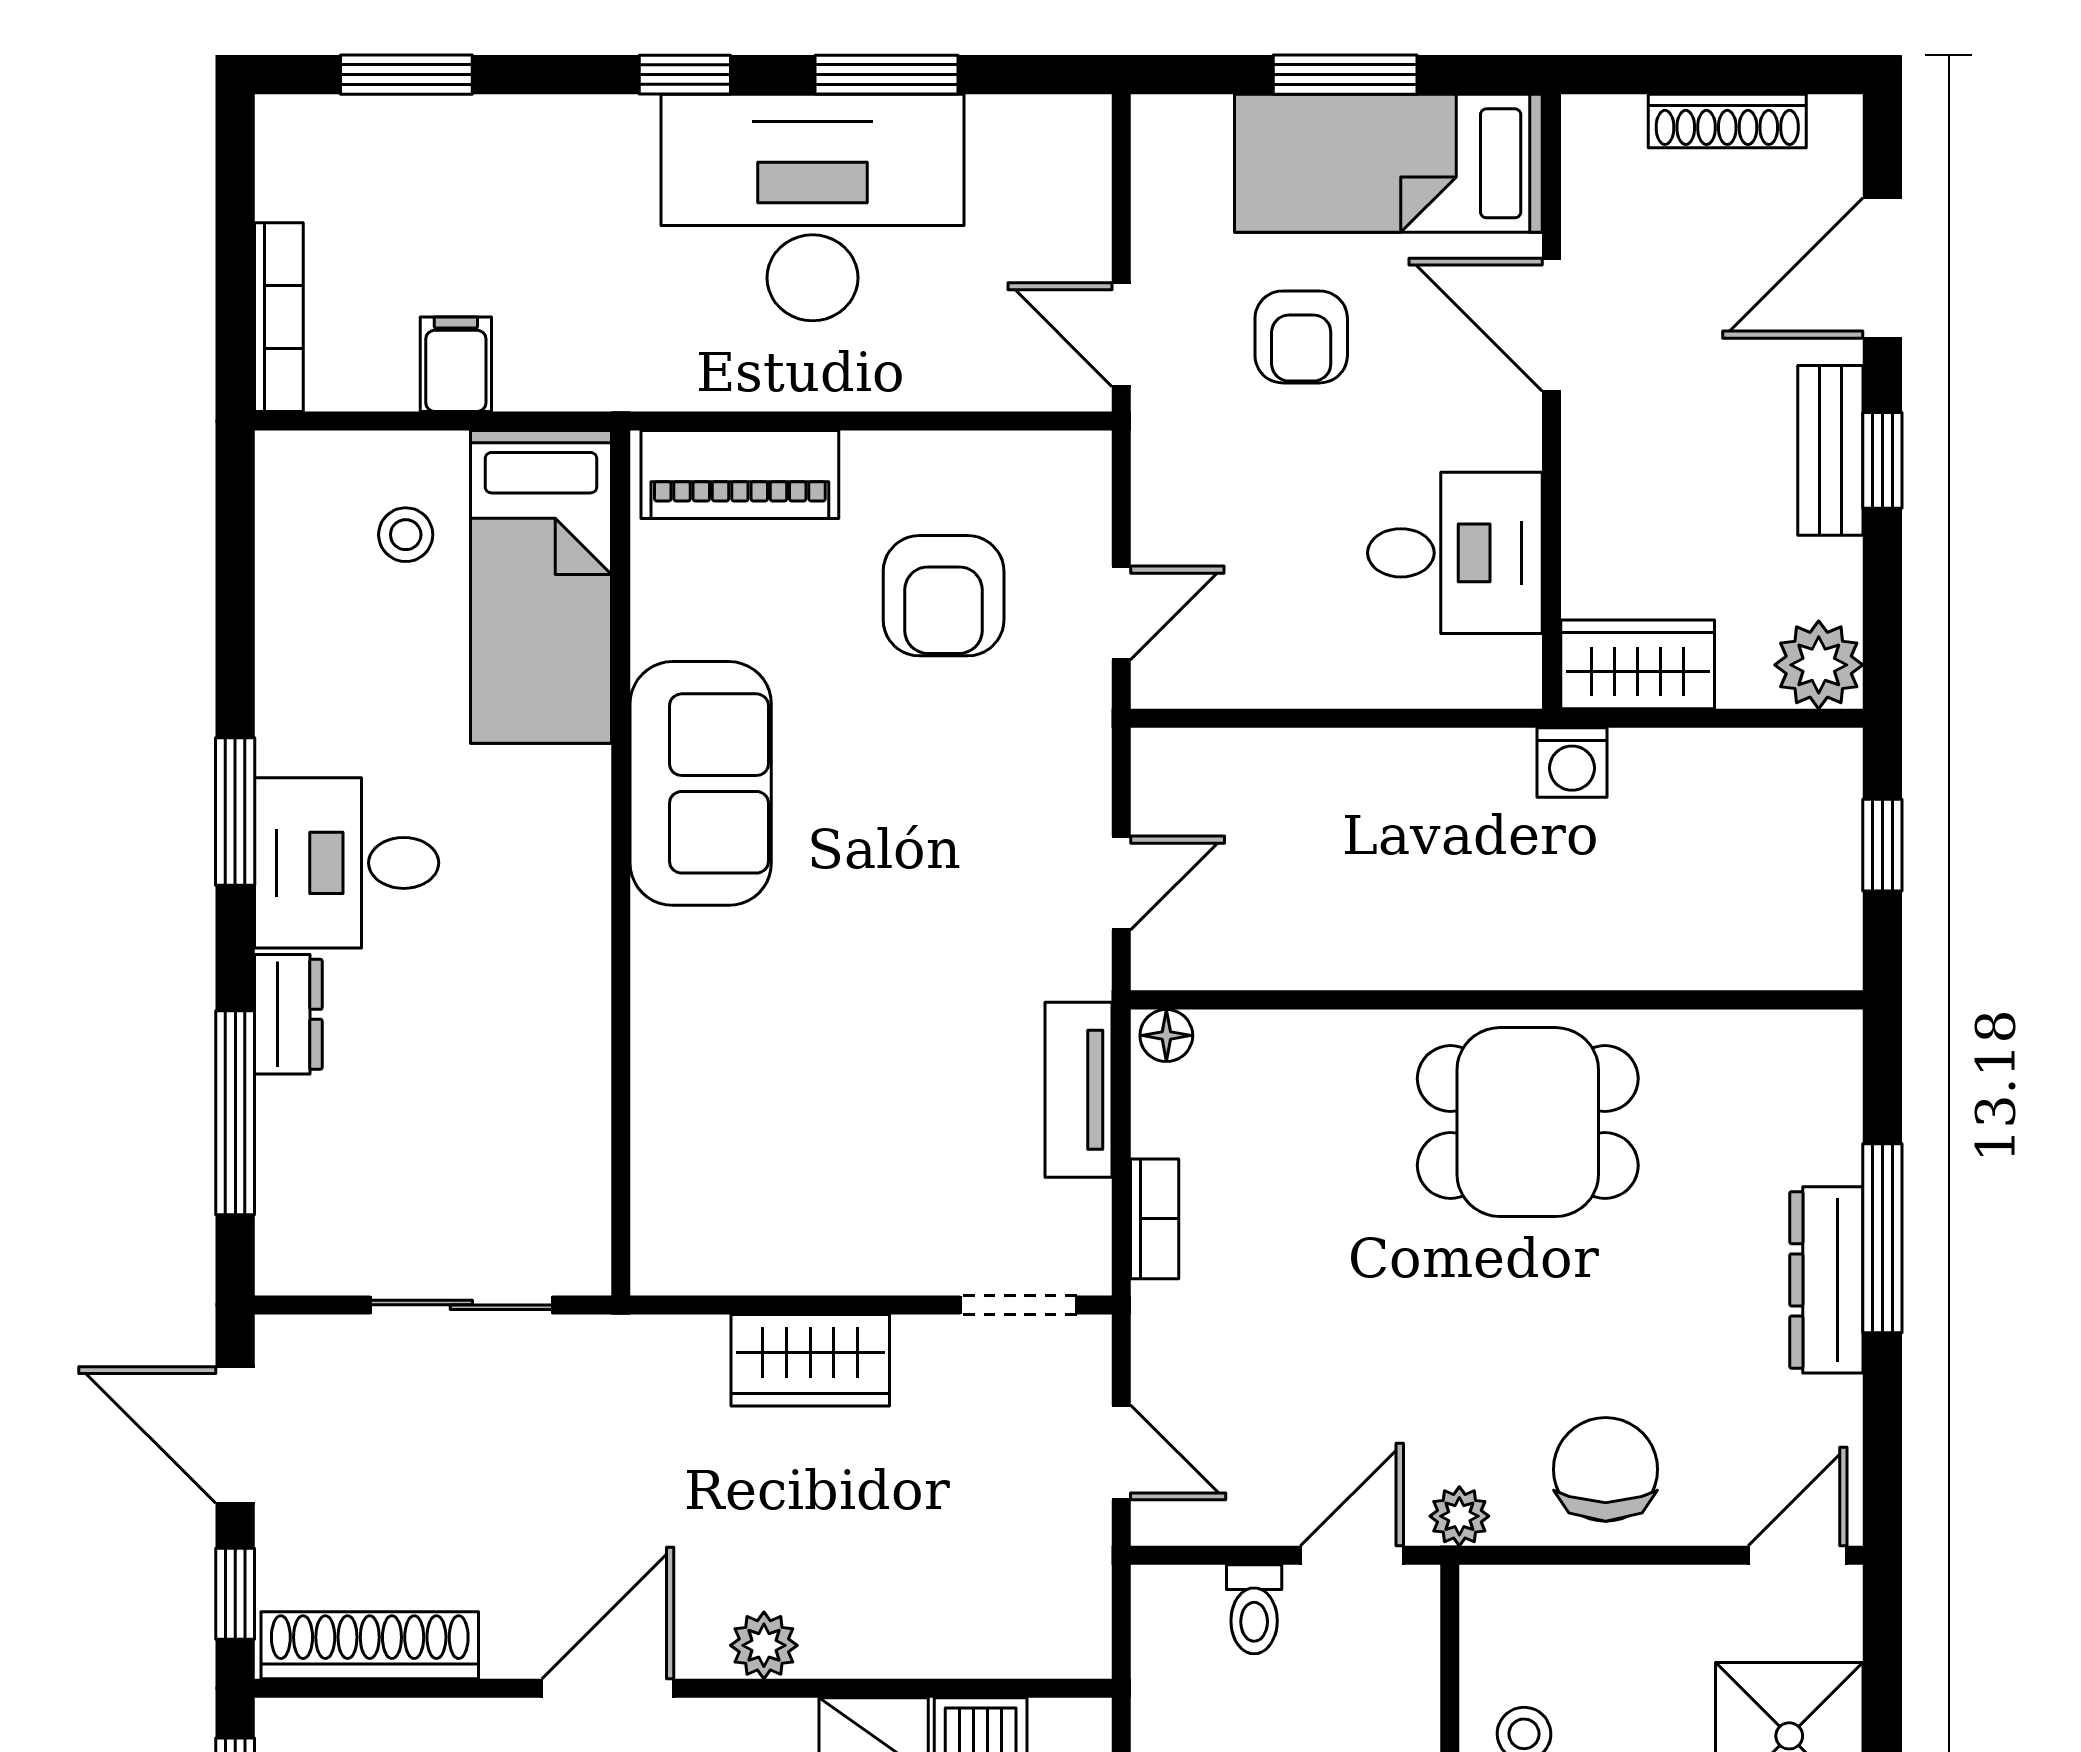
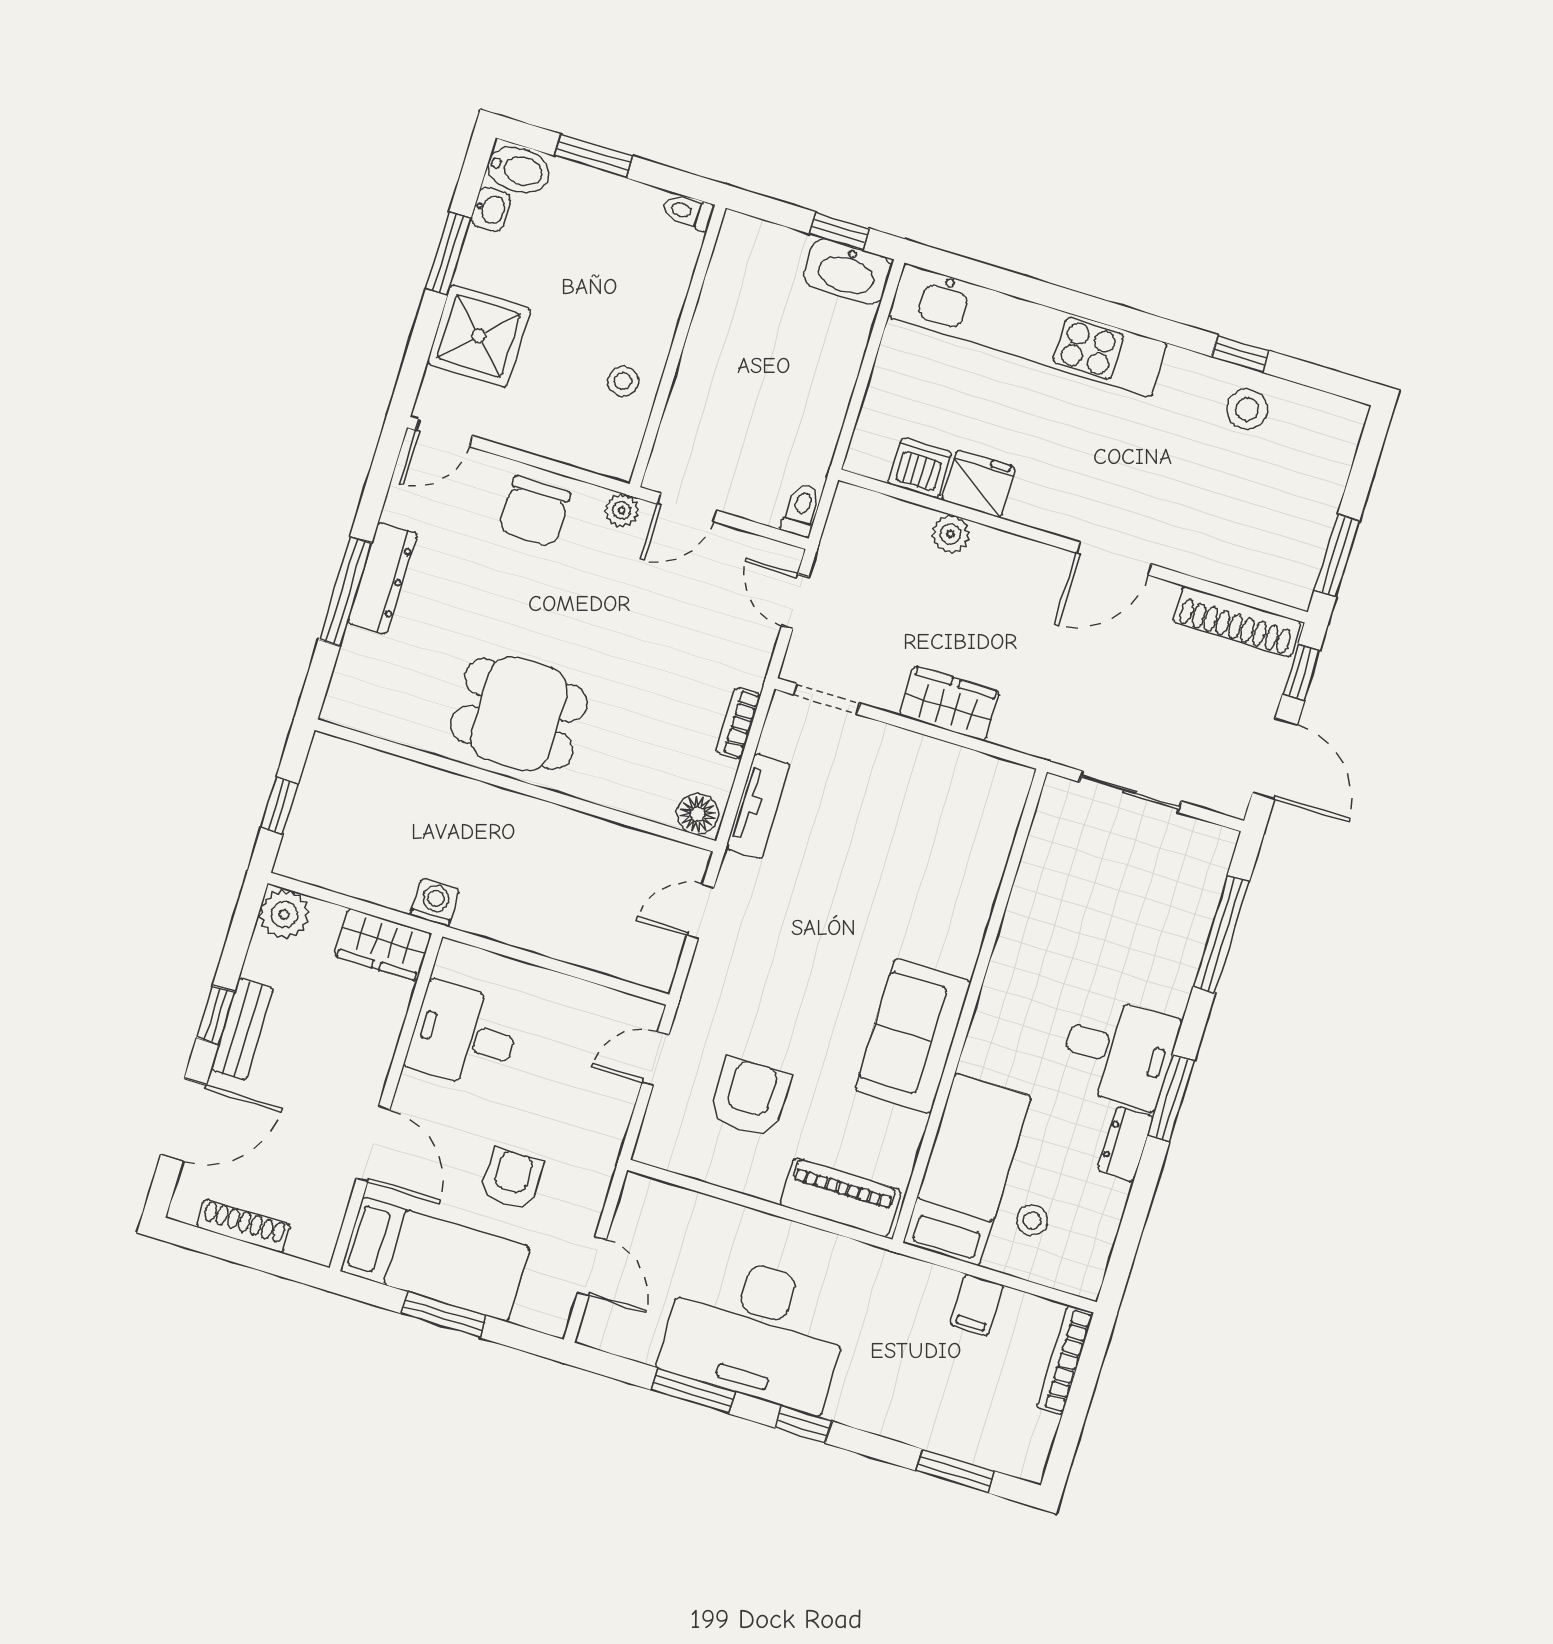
door: (1121, 335) -> (592, 1266), moved
dresser: (288, 1014) -> (1125, 1144), moved
floor lamp: (1166, 1035) -> (698, 814), width x1.37, depth x1.37
toilet: (1254, 1609) -> (801, 510), moved
plant: (764, 1645) -> (951, 534), moved

